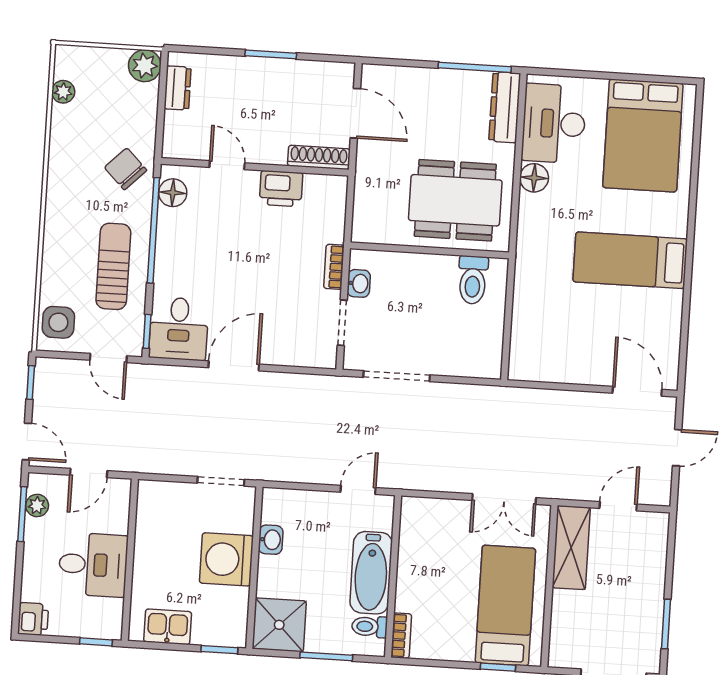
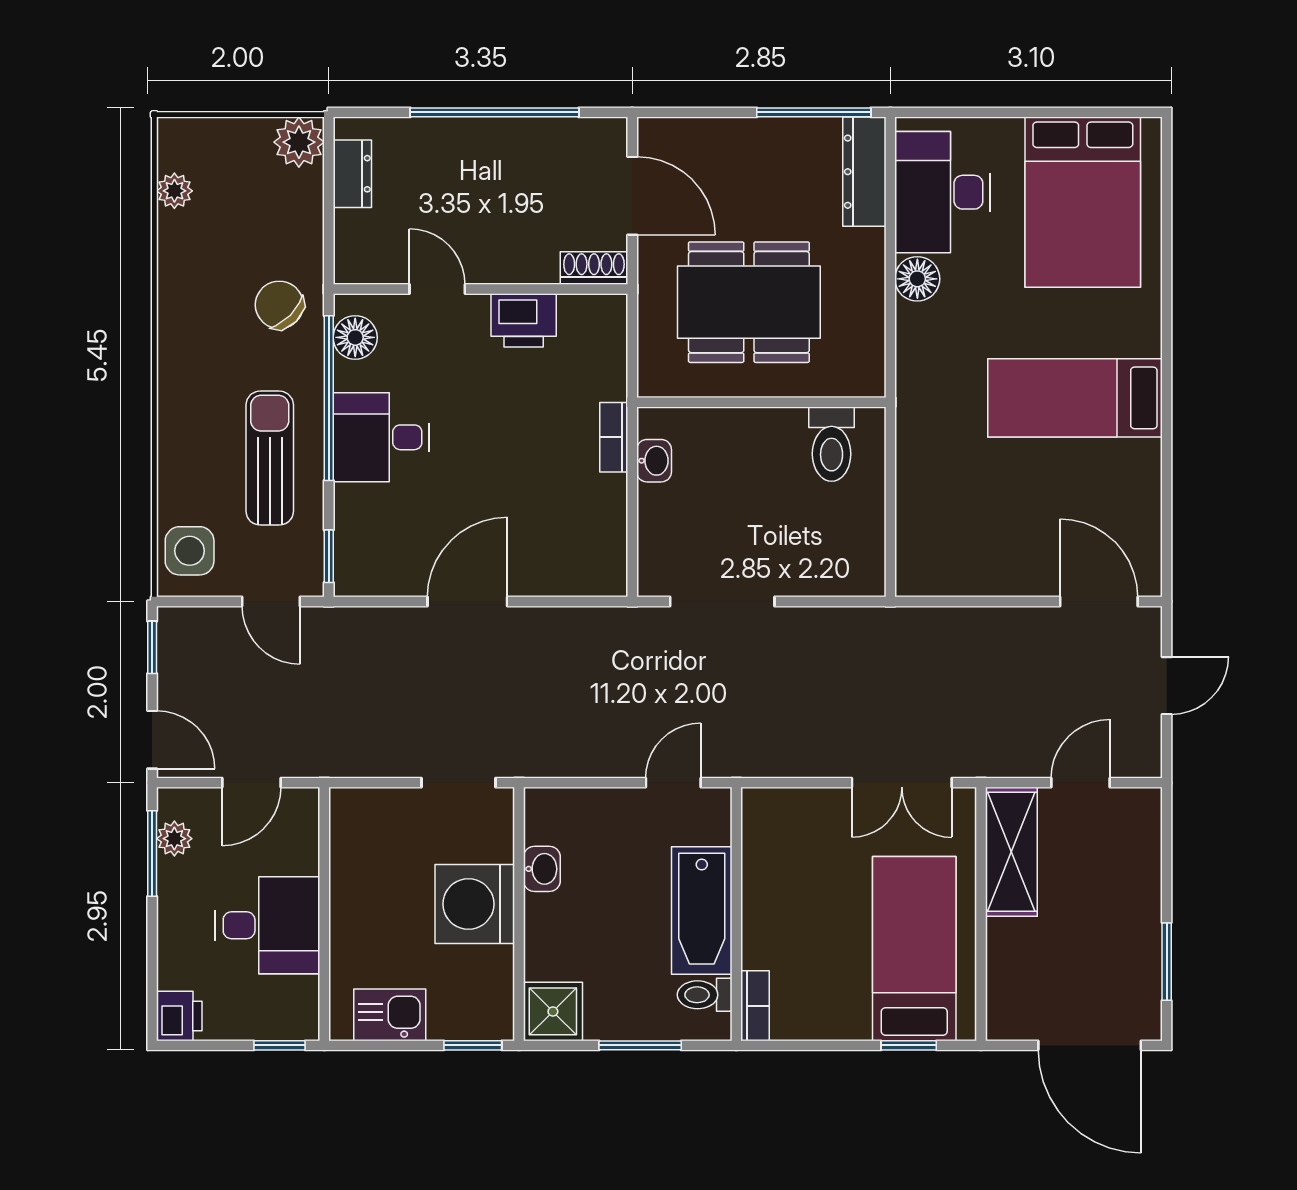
window: (271, 54) -> (494, 112), width x2.11
shoe rack: (319, 157) -> (594, 268), width x0.70
dining table: (455, 200) -> (749, 302), moved
doorway: (342, 323) -> (632, 524), removed
desk: (179, 329) -> (381, 437), moved, turned 90
shower: (279, 625) -> (553, 1011), width x0.73, depth x0.73

